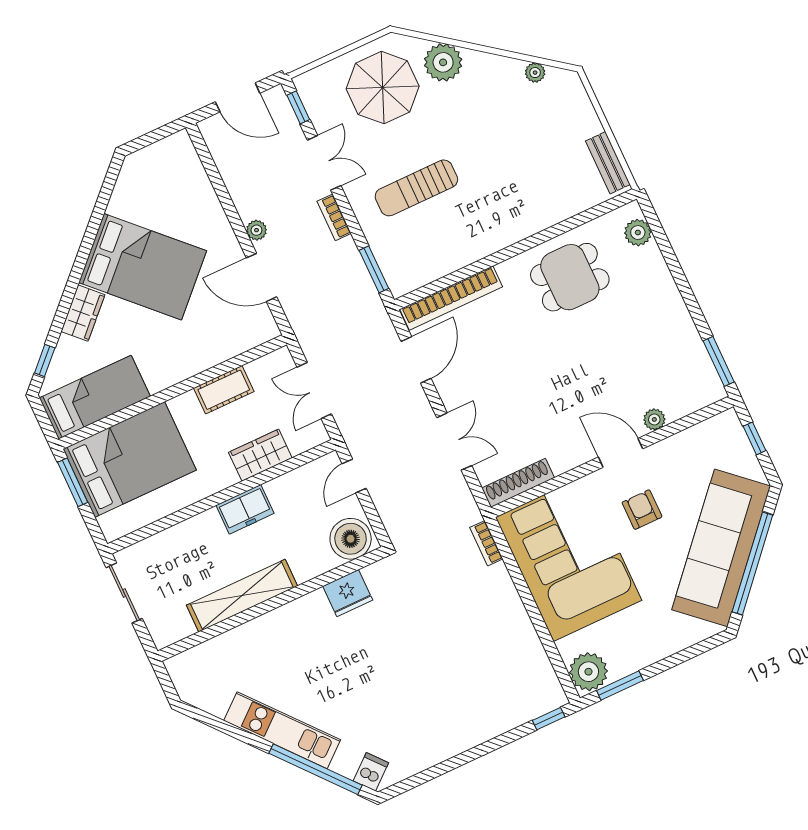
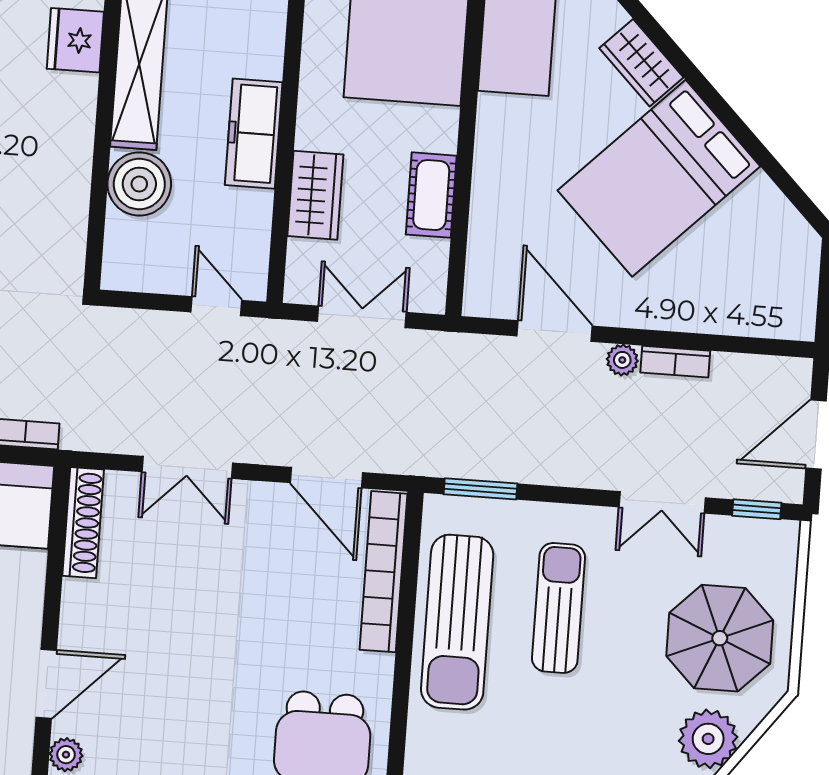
bookcase: (334, 217) -> (675, 362), moved, turned 180
sun lounger: (456, 241) -> (457, 622), added
door: (262, 277) -> (555, 331), hinge flipped
freezer: (245, 509) -> (254, 134), width x1.40
boiler: (351, 539) -> (139, 184), moved
fridge: (348, 593) -> (75, 40), moved

